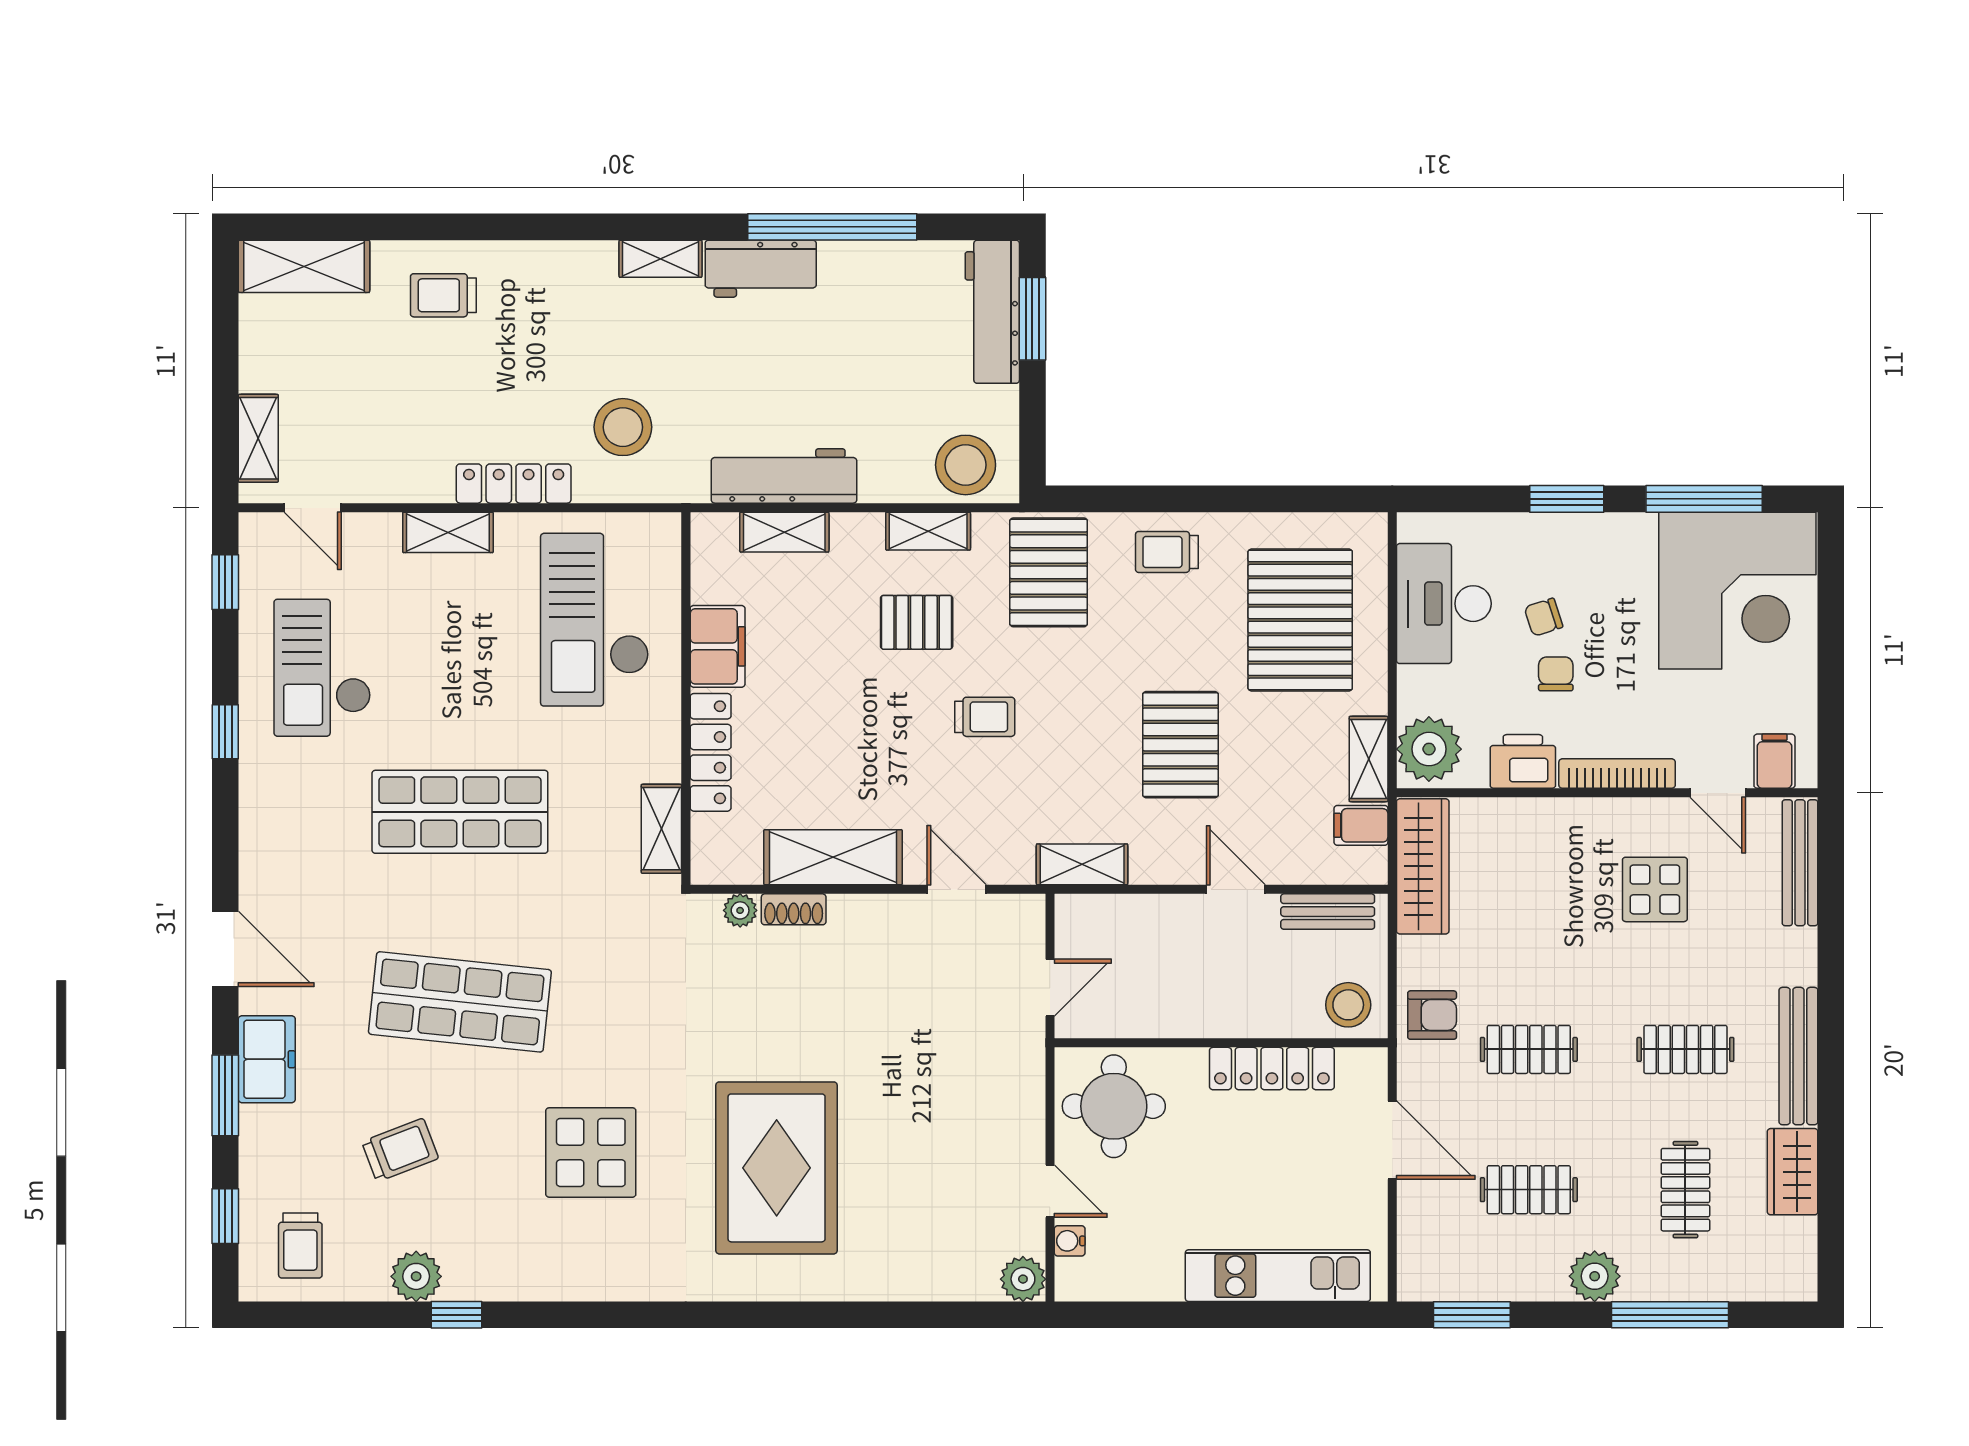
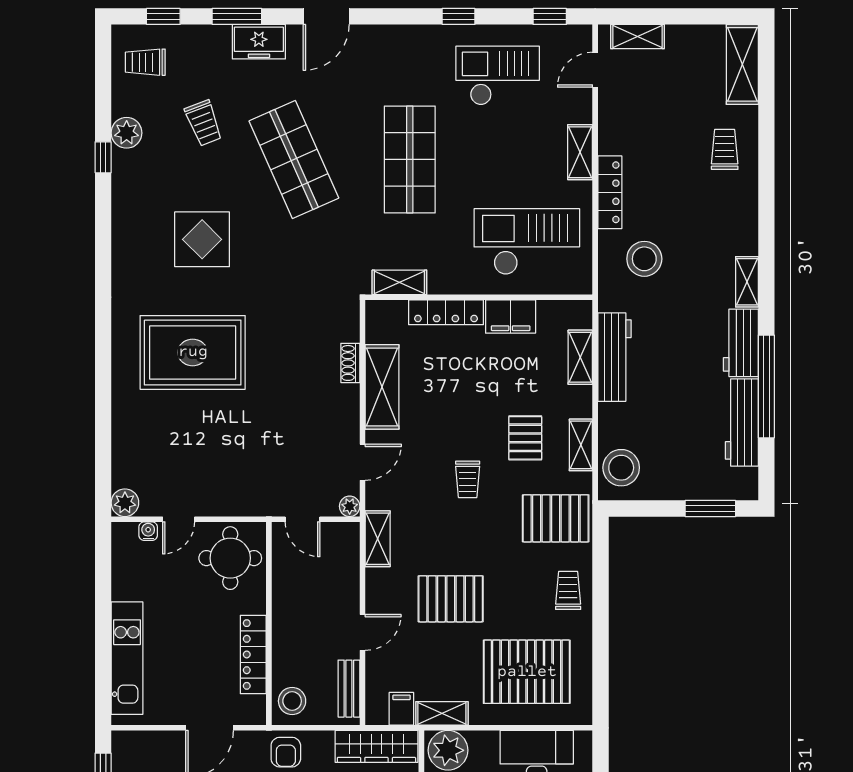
workbench: (992, 312) -> (742, 422), moved, turned -90
plant: (740, 910) -> (350, 506), moved
shop shelf: (460, 1002) -> (294, 159), turned -30

